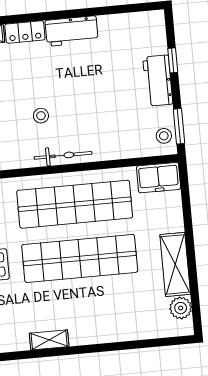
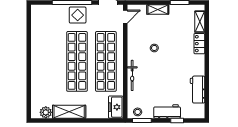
workbench: (72, 31) -> (198, 90), moved
bicycle: (63, 155) -> (132, 75), moved
shelving: (49, 340) -> (35, 41), removed

